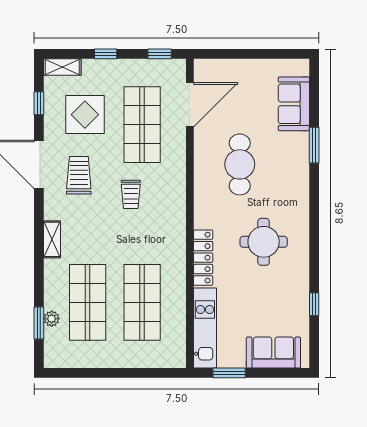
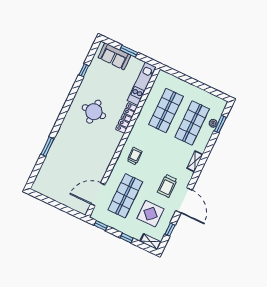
sofa: (294, 104) -> (48, 171), removed
cafe table: (240, 164) -> (88, 154), removed
trolley: (131, 194) -> (135, 156), moved
window: (229, 373) -> (129, 51), moved

